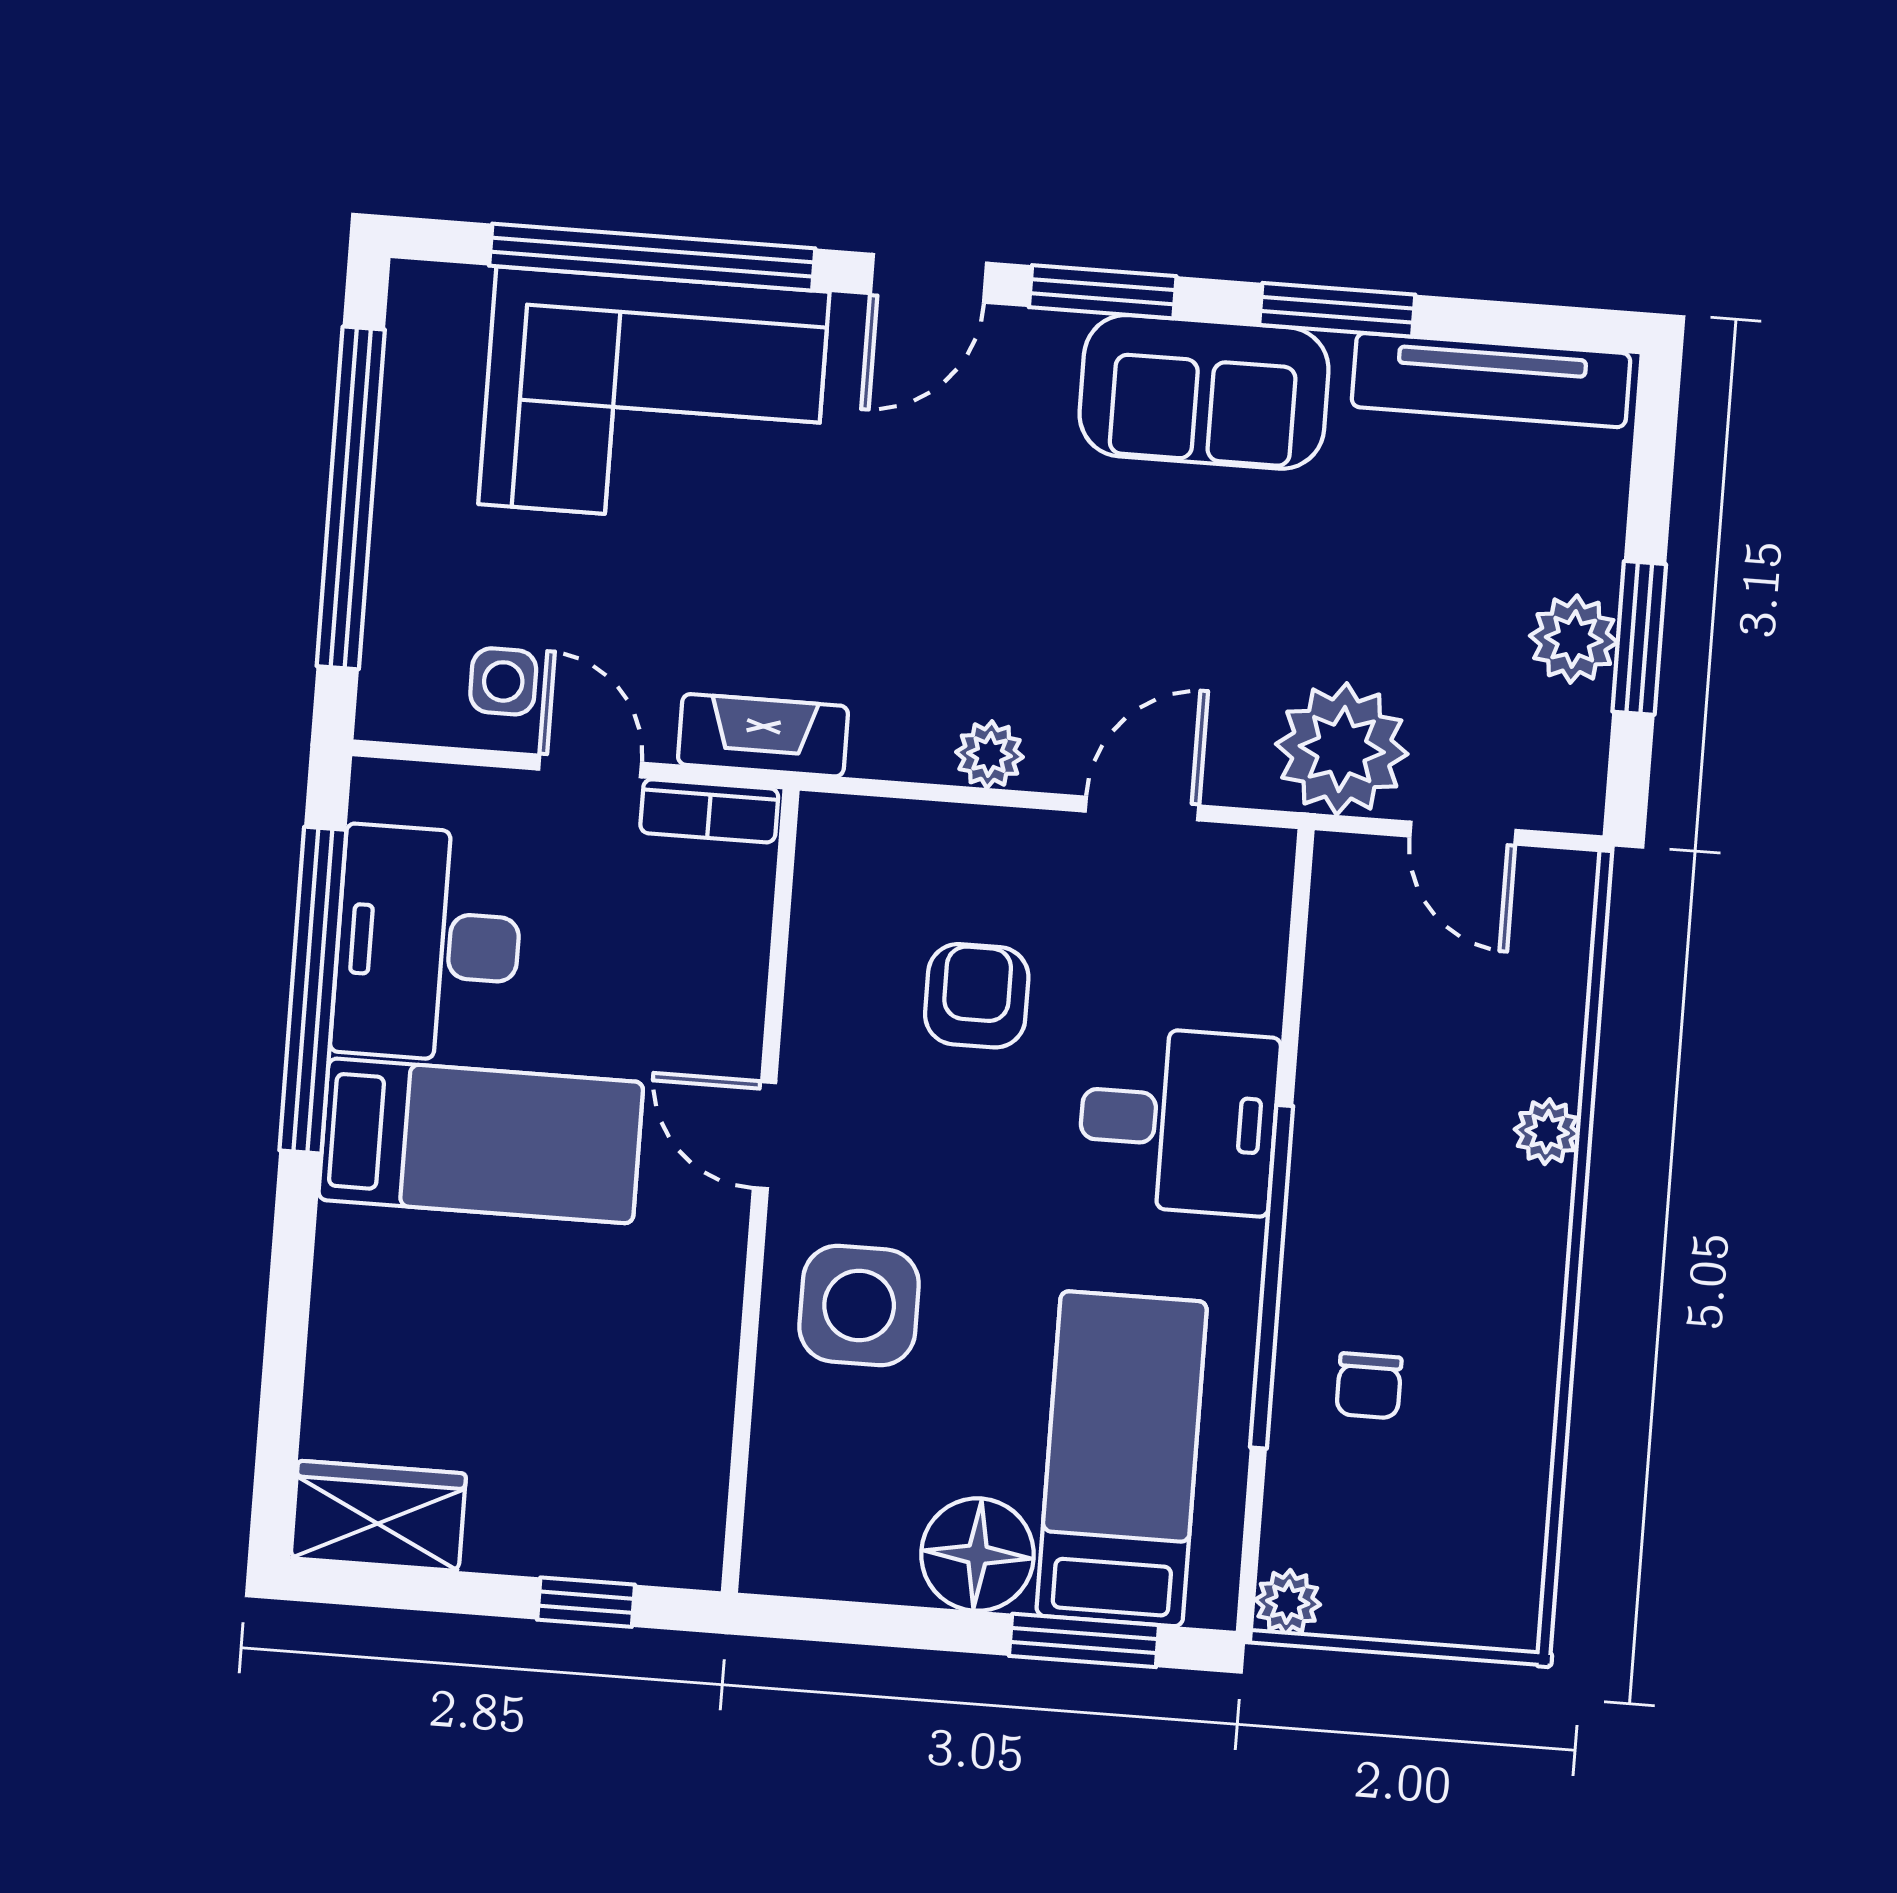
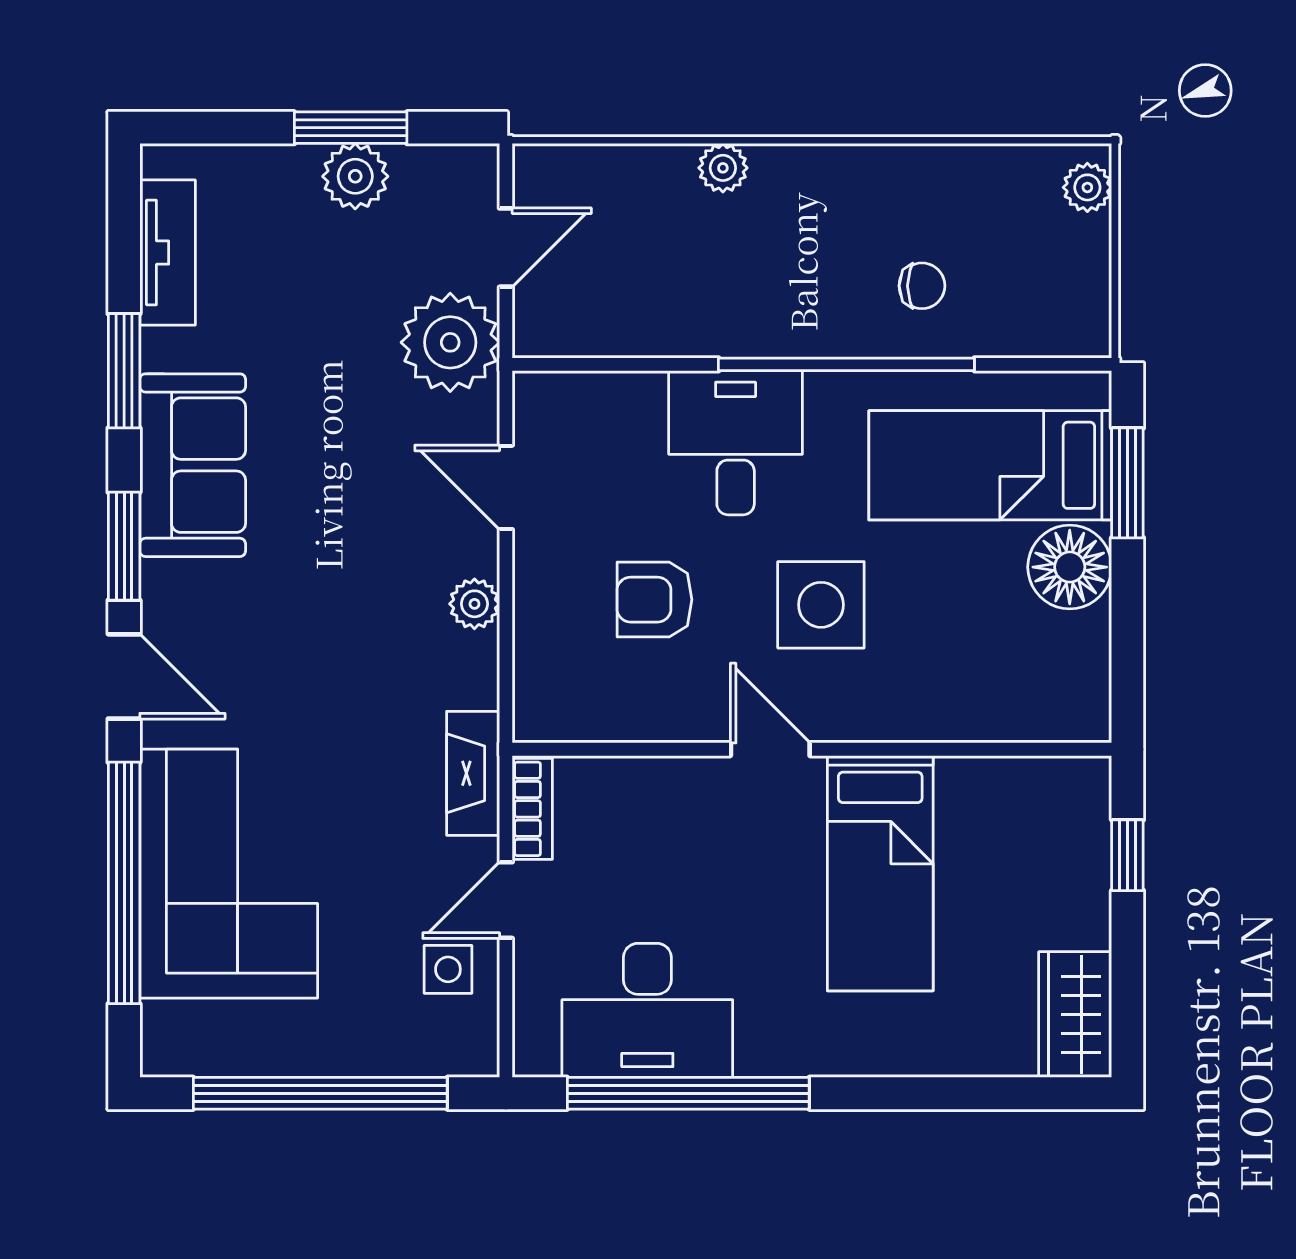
tv unit: (1491, 380) -> (168, 253), width x0.71
door: (764, 1135) -> (770, 749), swing flipped
bed: (481, 1141) -> (880, 873), moved, turned 180
side table: (859, 1306) -> (821, 605), moved
plant: (1288, 1602) -> (1087, 187), moved

